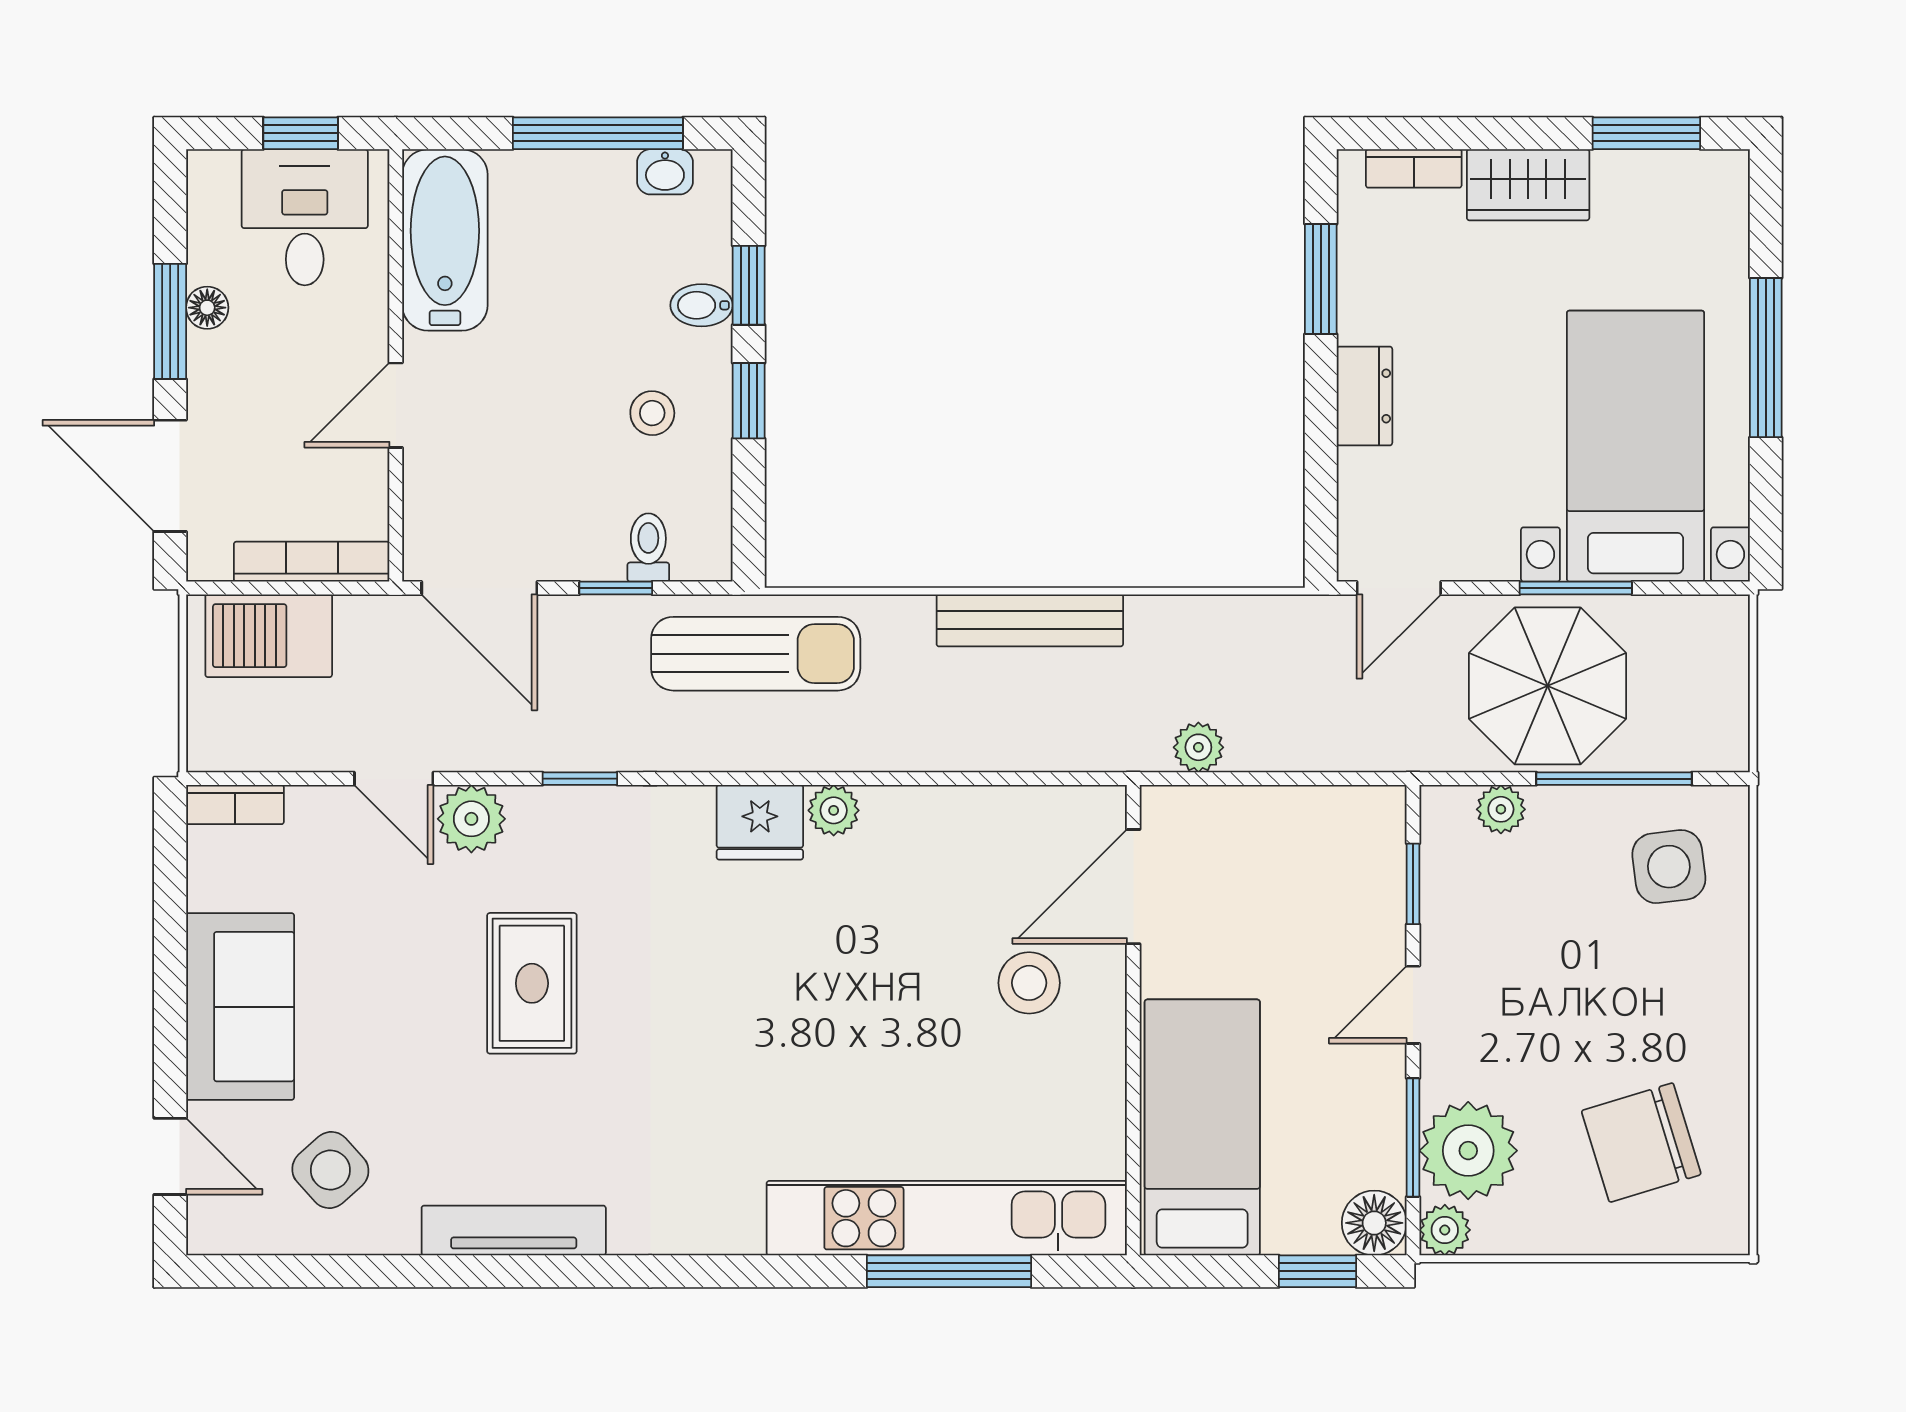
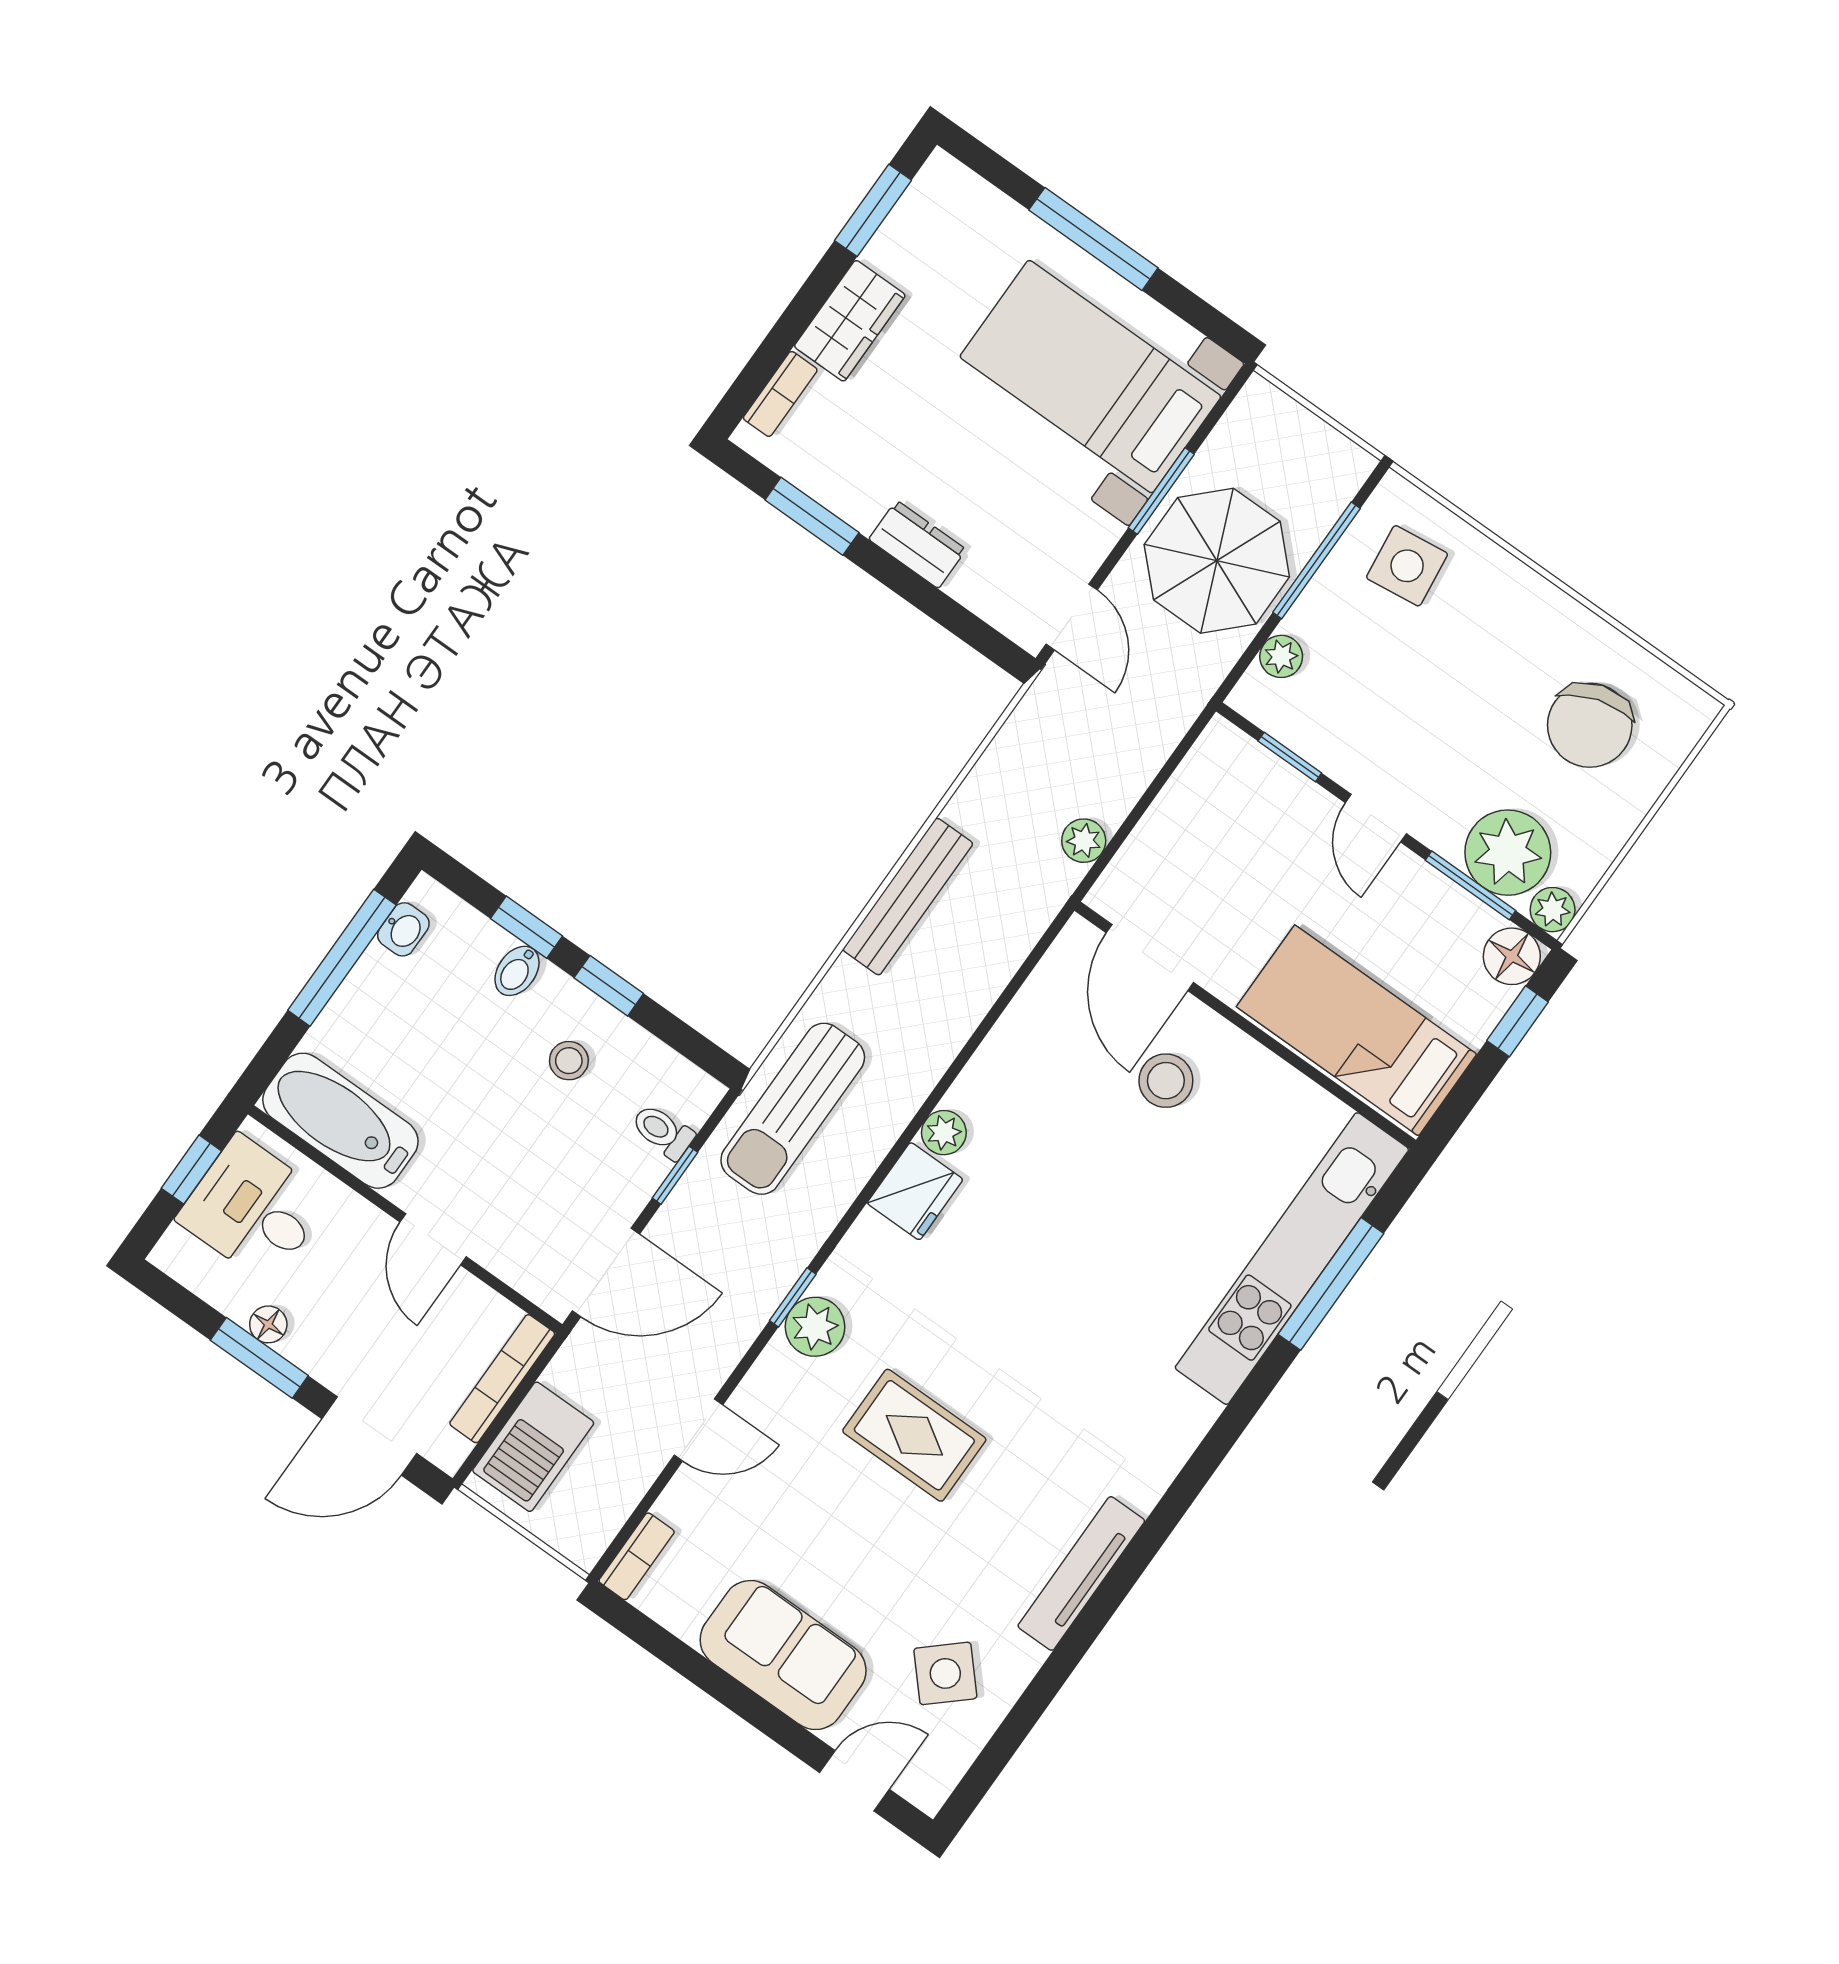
sun lounger: (756, 654) -> (793, 1109), turned 180
plant: (471, 819) -> (815, 1327), moved

